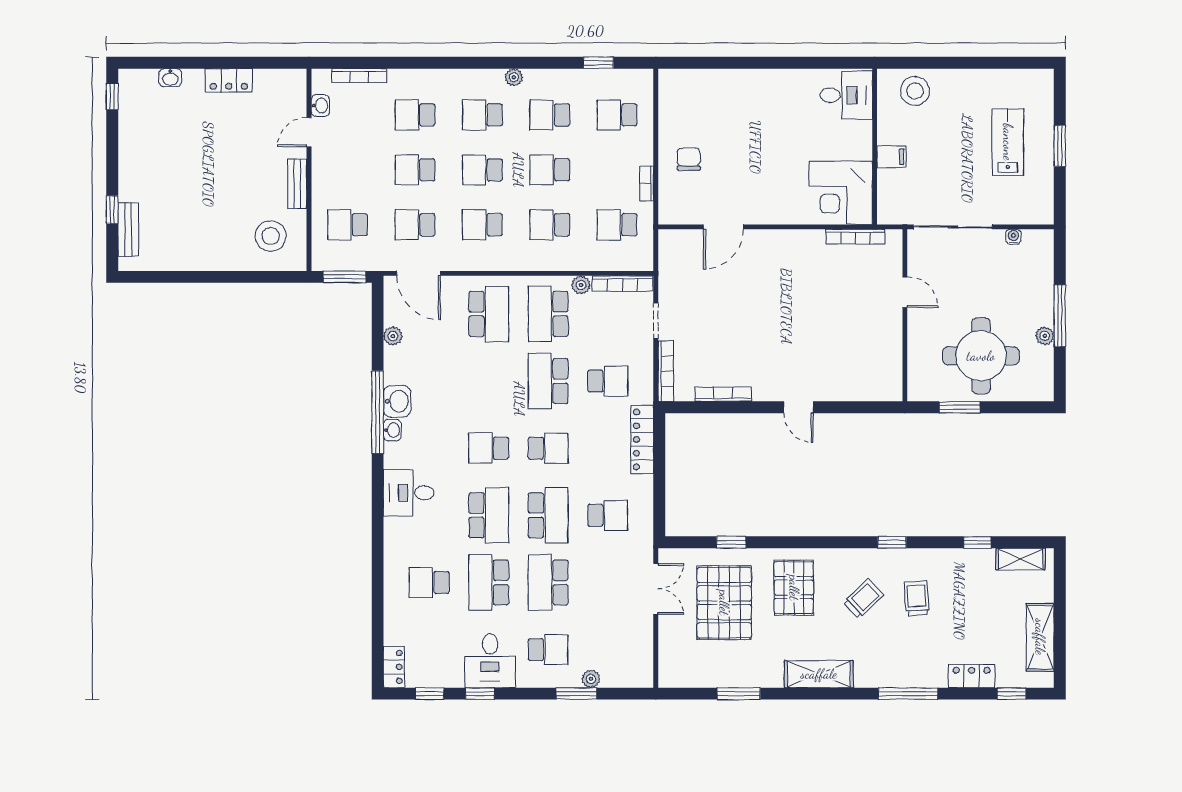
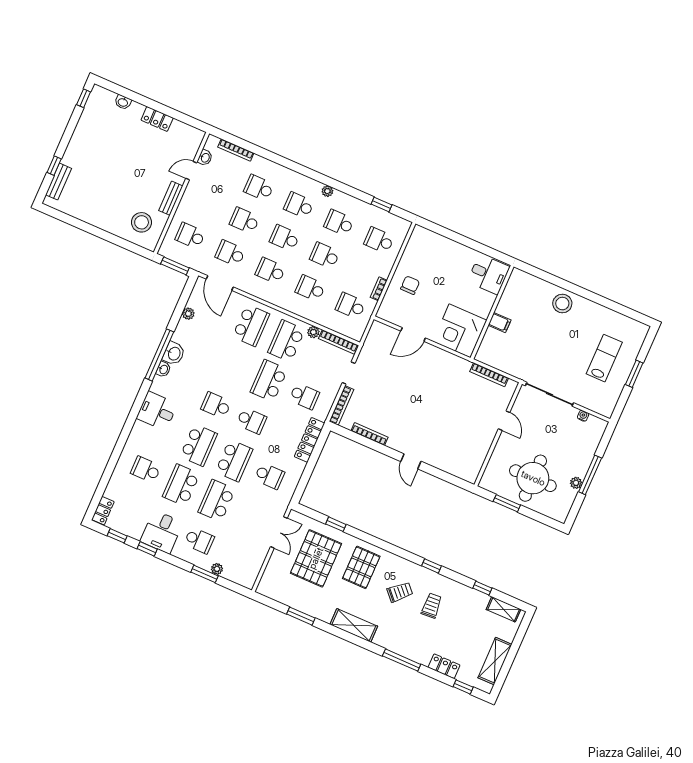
desk: (846, 95) -> (489, 274), moved
wall: (875, 147) -> (492, 312), moved
filing cabinet: (892, 157) -> (500, 323), moved
corner desk: (841, 193) -> (460, 331), moved

